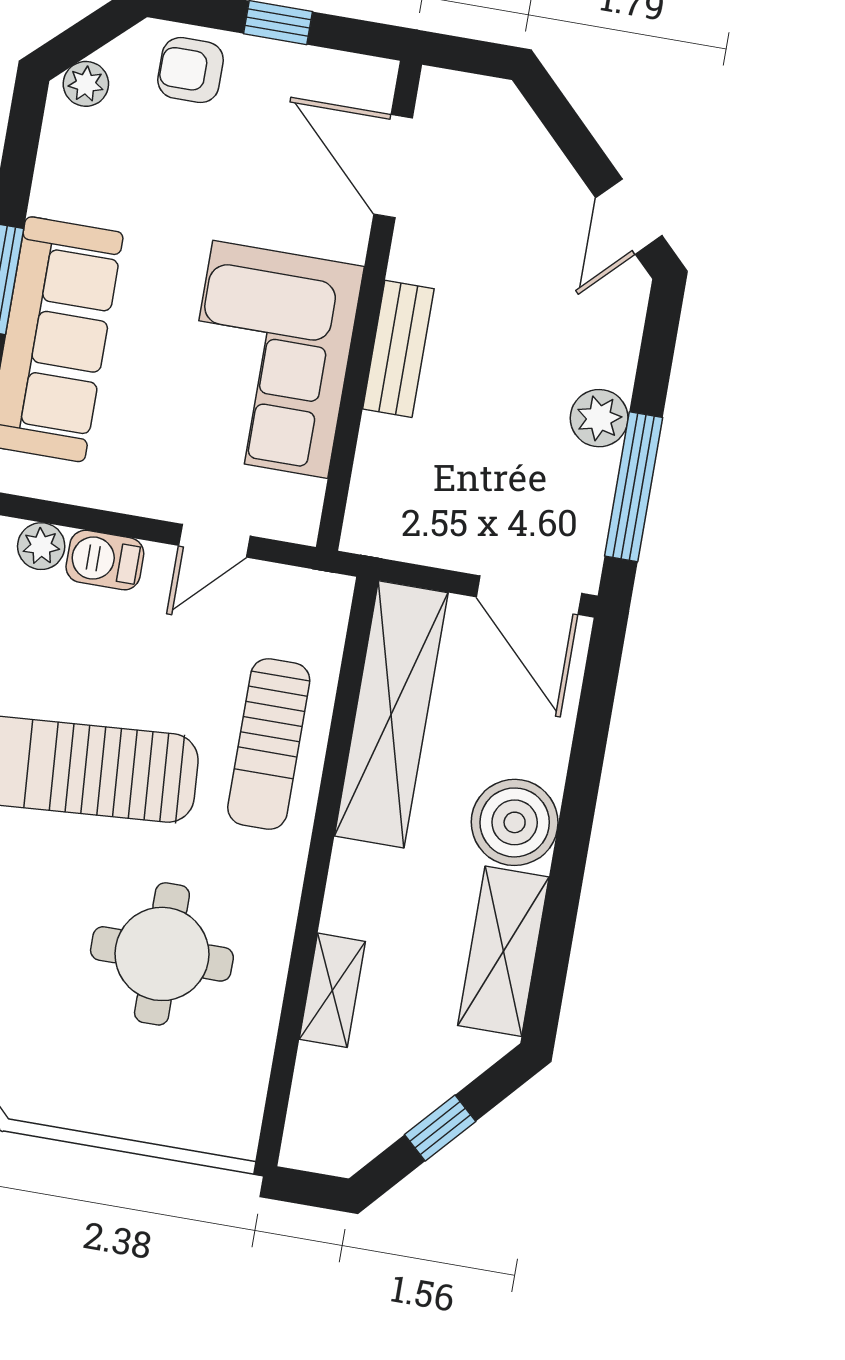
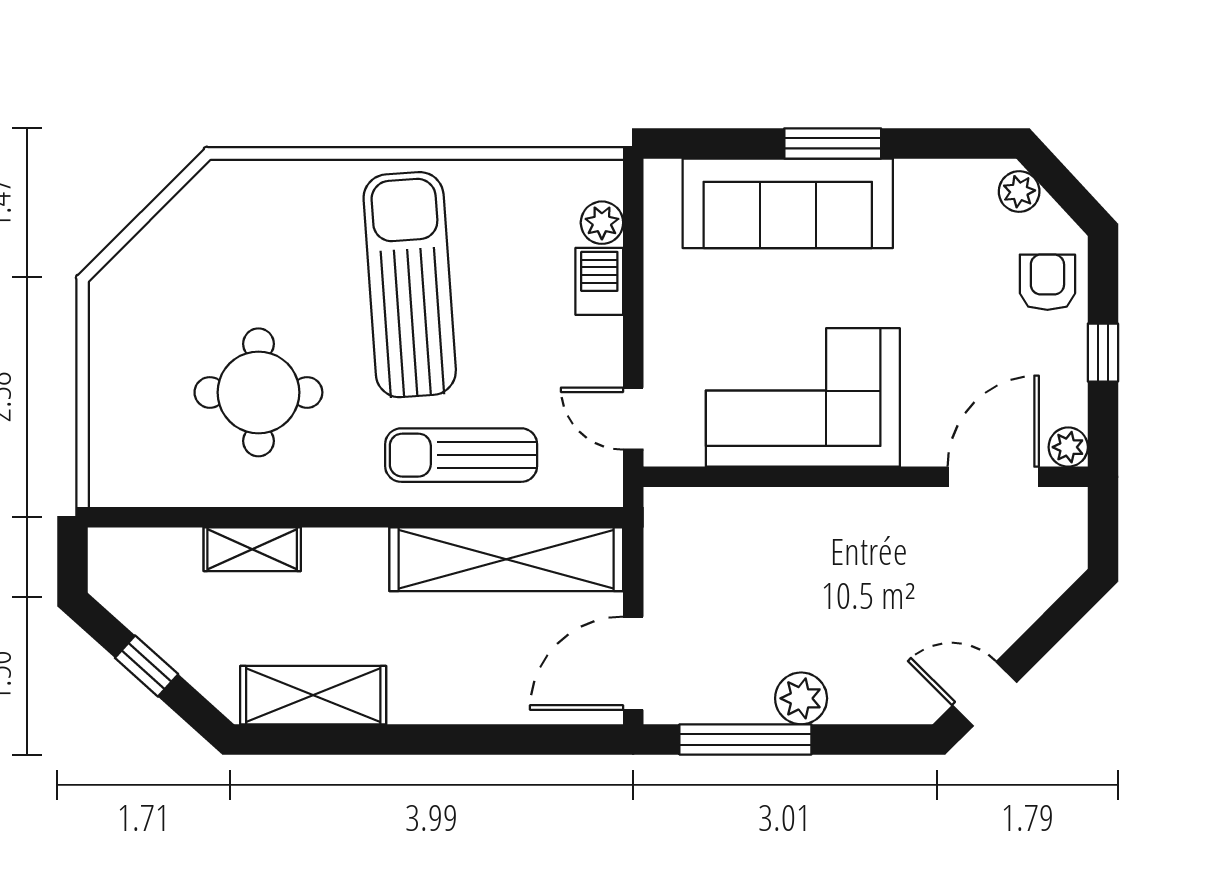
plant: (375, 79) -> (1068, 447), added
bench: (398, 349) -> (832, 509), removed
door: (214, 541) -> (633, 419), moved
boiler: (515, 822) -> (429, 685), removed

